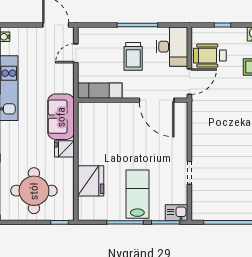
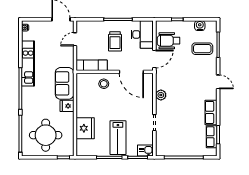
stool: (117, 117) -> (104, 84), added
plant: (199, 133) -> (161, 95), added
lab bench: (137, 194) -> (118, 138), turned 180

